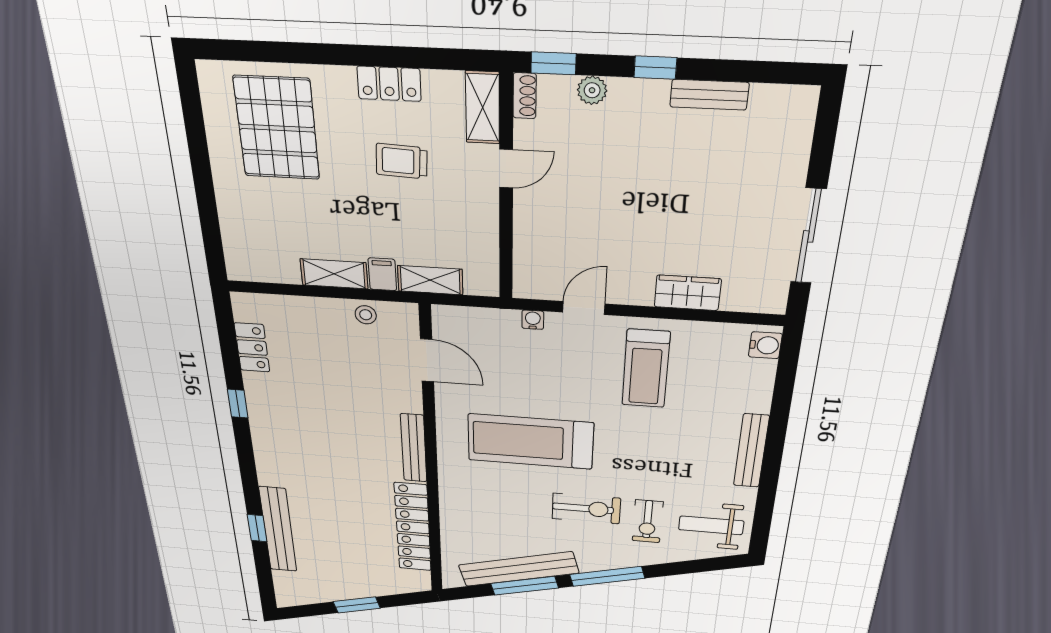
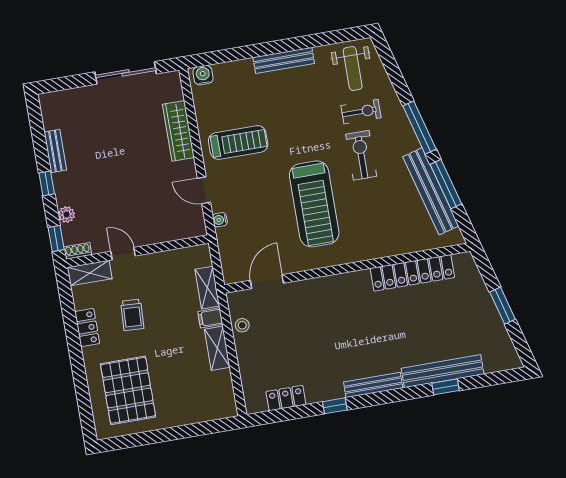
pallet: (277, 128) -> (128, 390), turned 90
wardrobe: (688, 293) -> (178, 131), width x1.50
bench: (414, 448) -> (373, 385), moved

